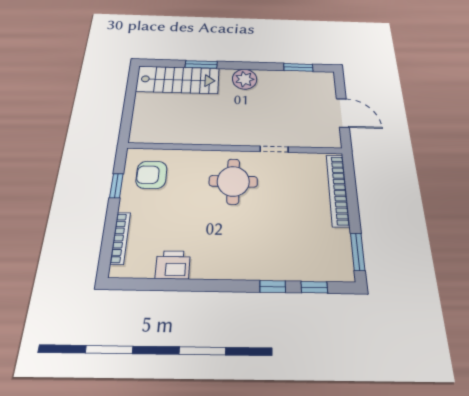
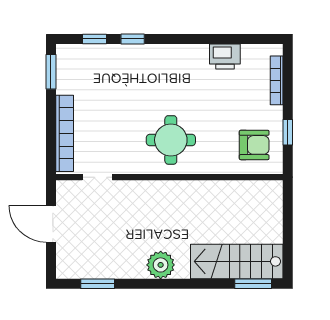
window: (201, 64) -> (253, 284), moved
doorway: (274, 149) -> (97, 177), moved

